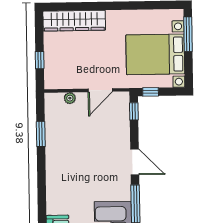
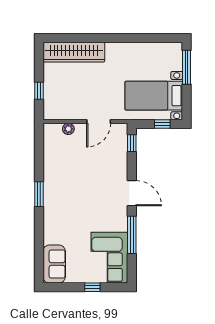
bed with nightstands: (155, 54) -> (154, 96), width x0.73
window: (151, 92) -> (162, 124), moved
window: (41, 134) -> (39, 194), moved

